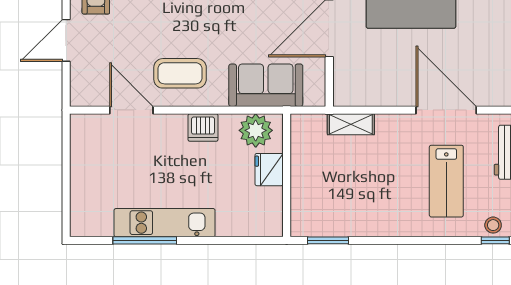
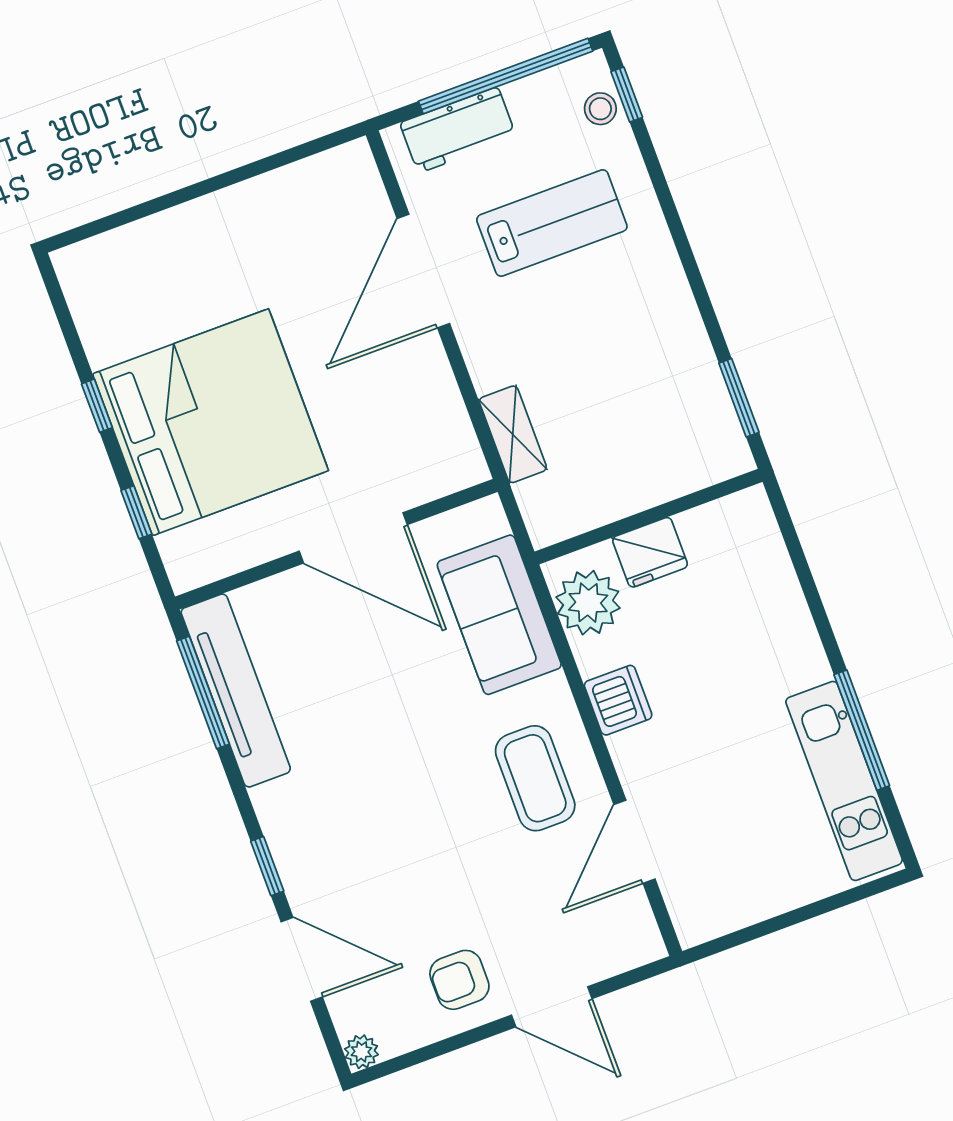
kitchen unit: (165, 223) -> (844, 781), moved

